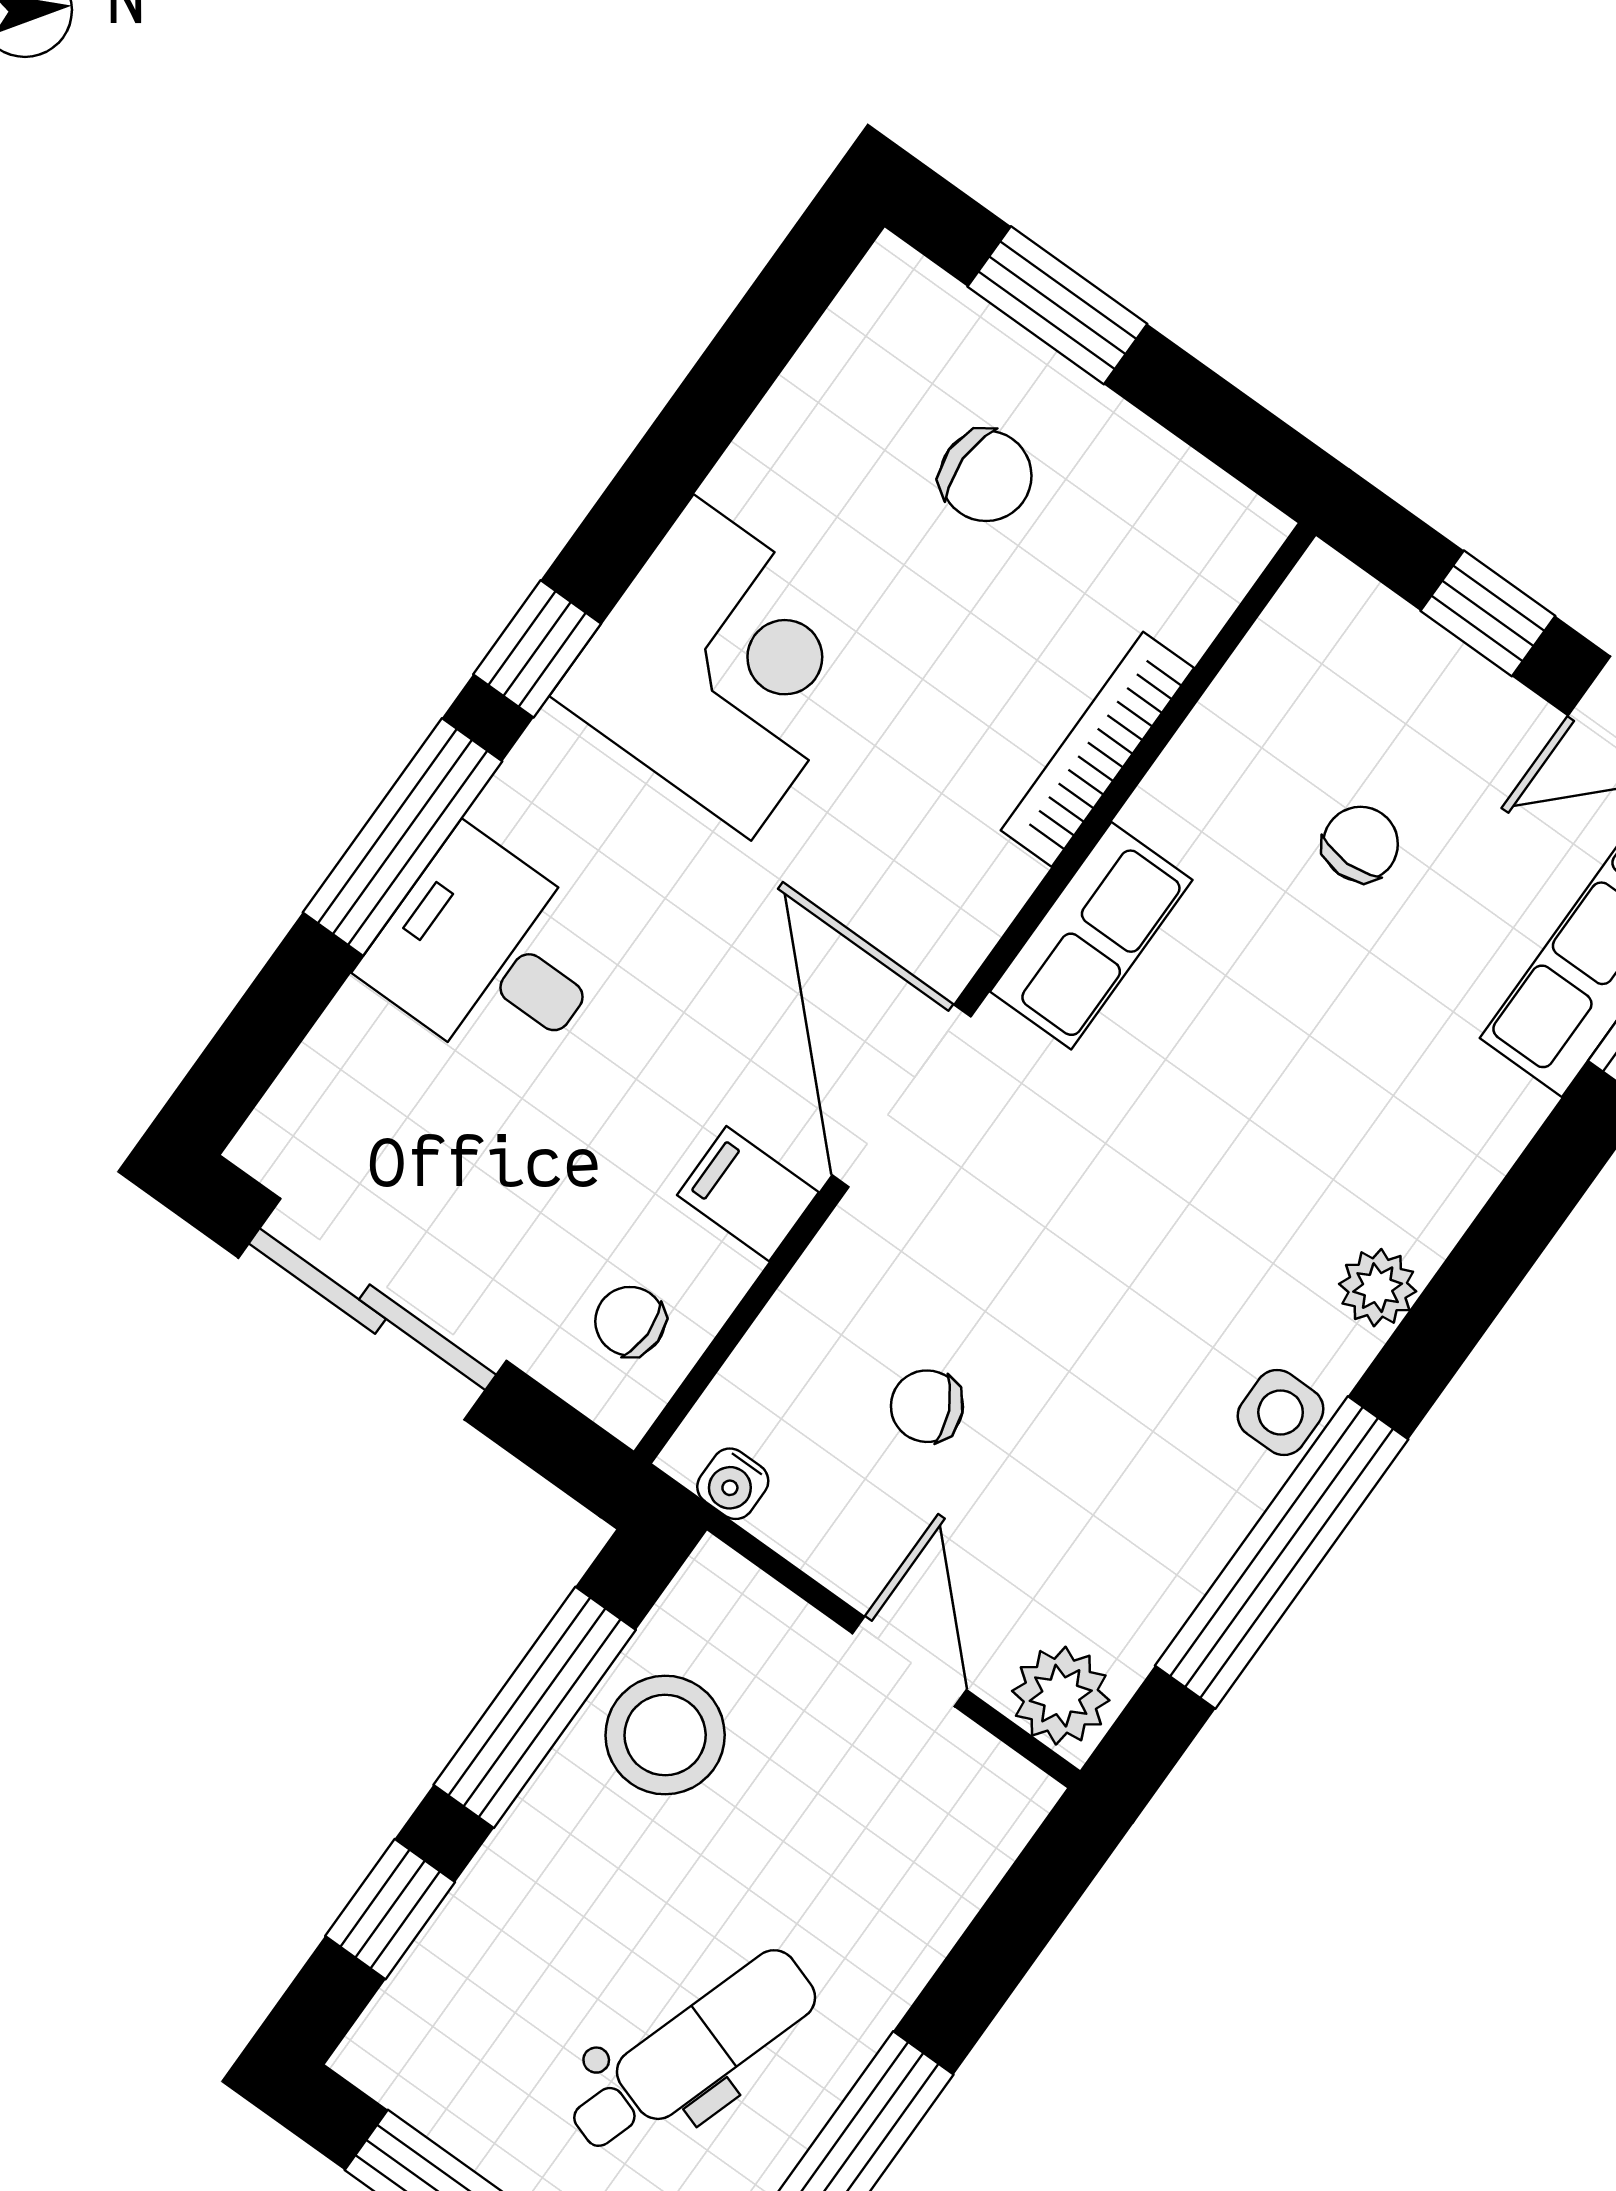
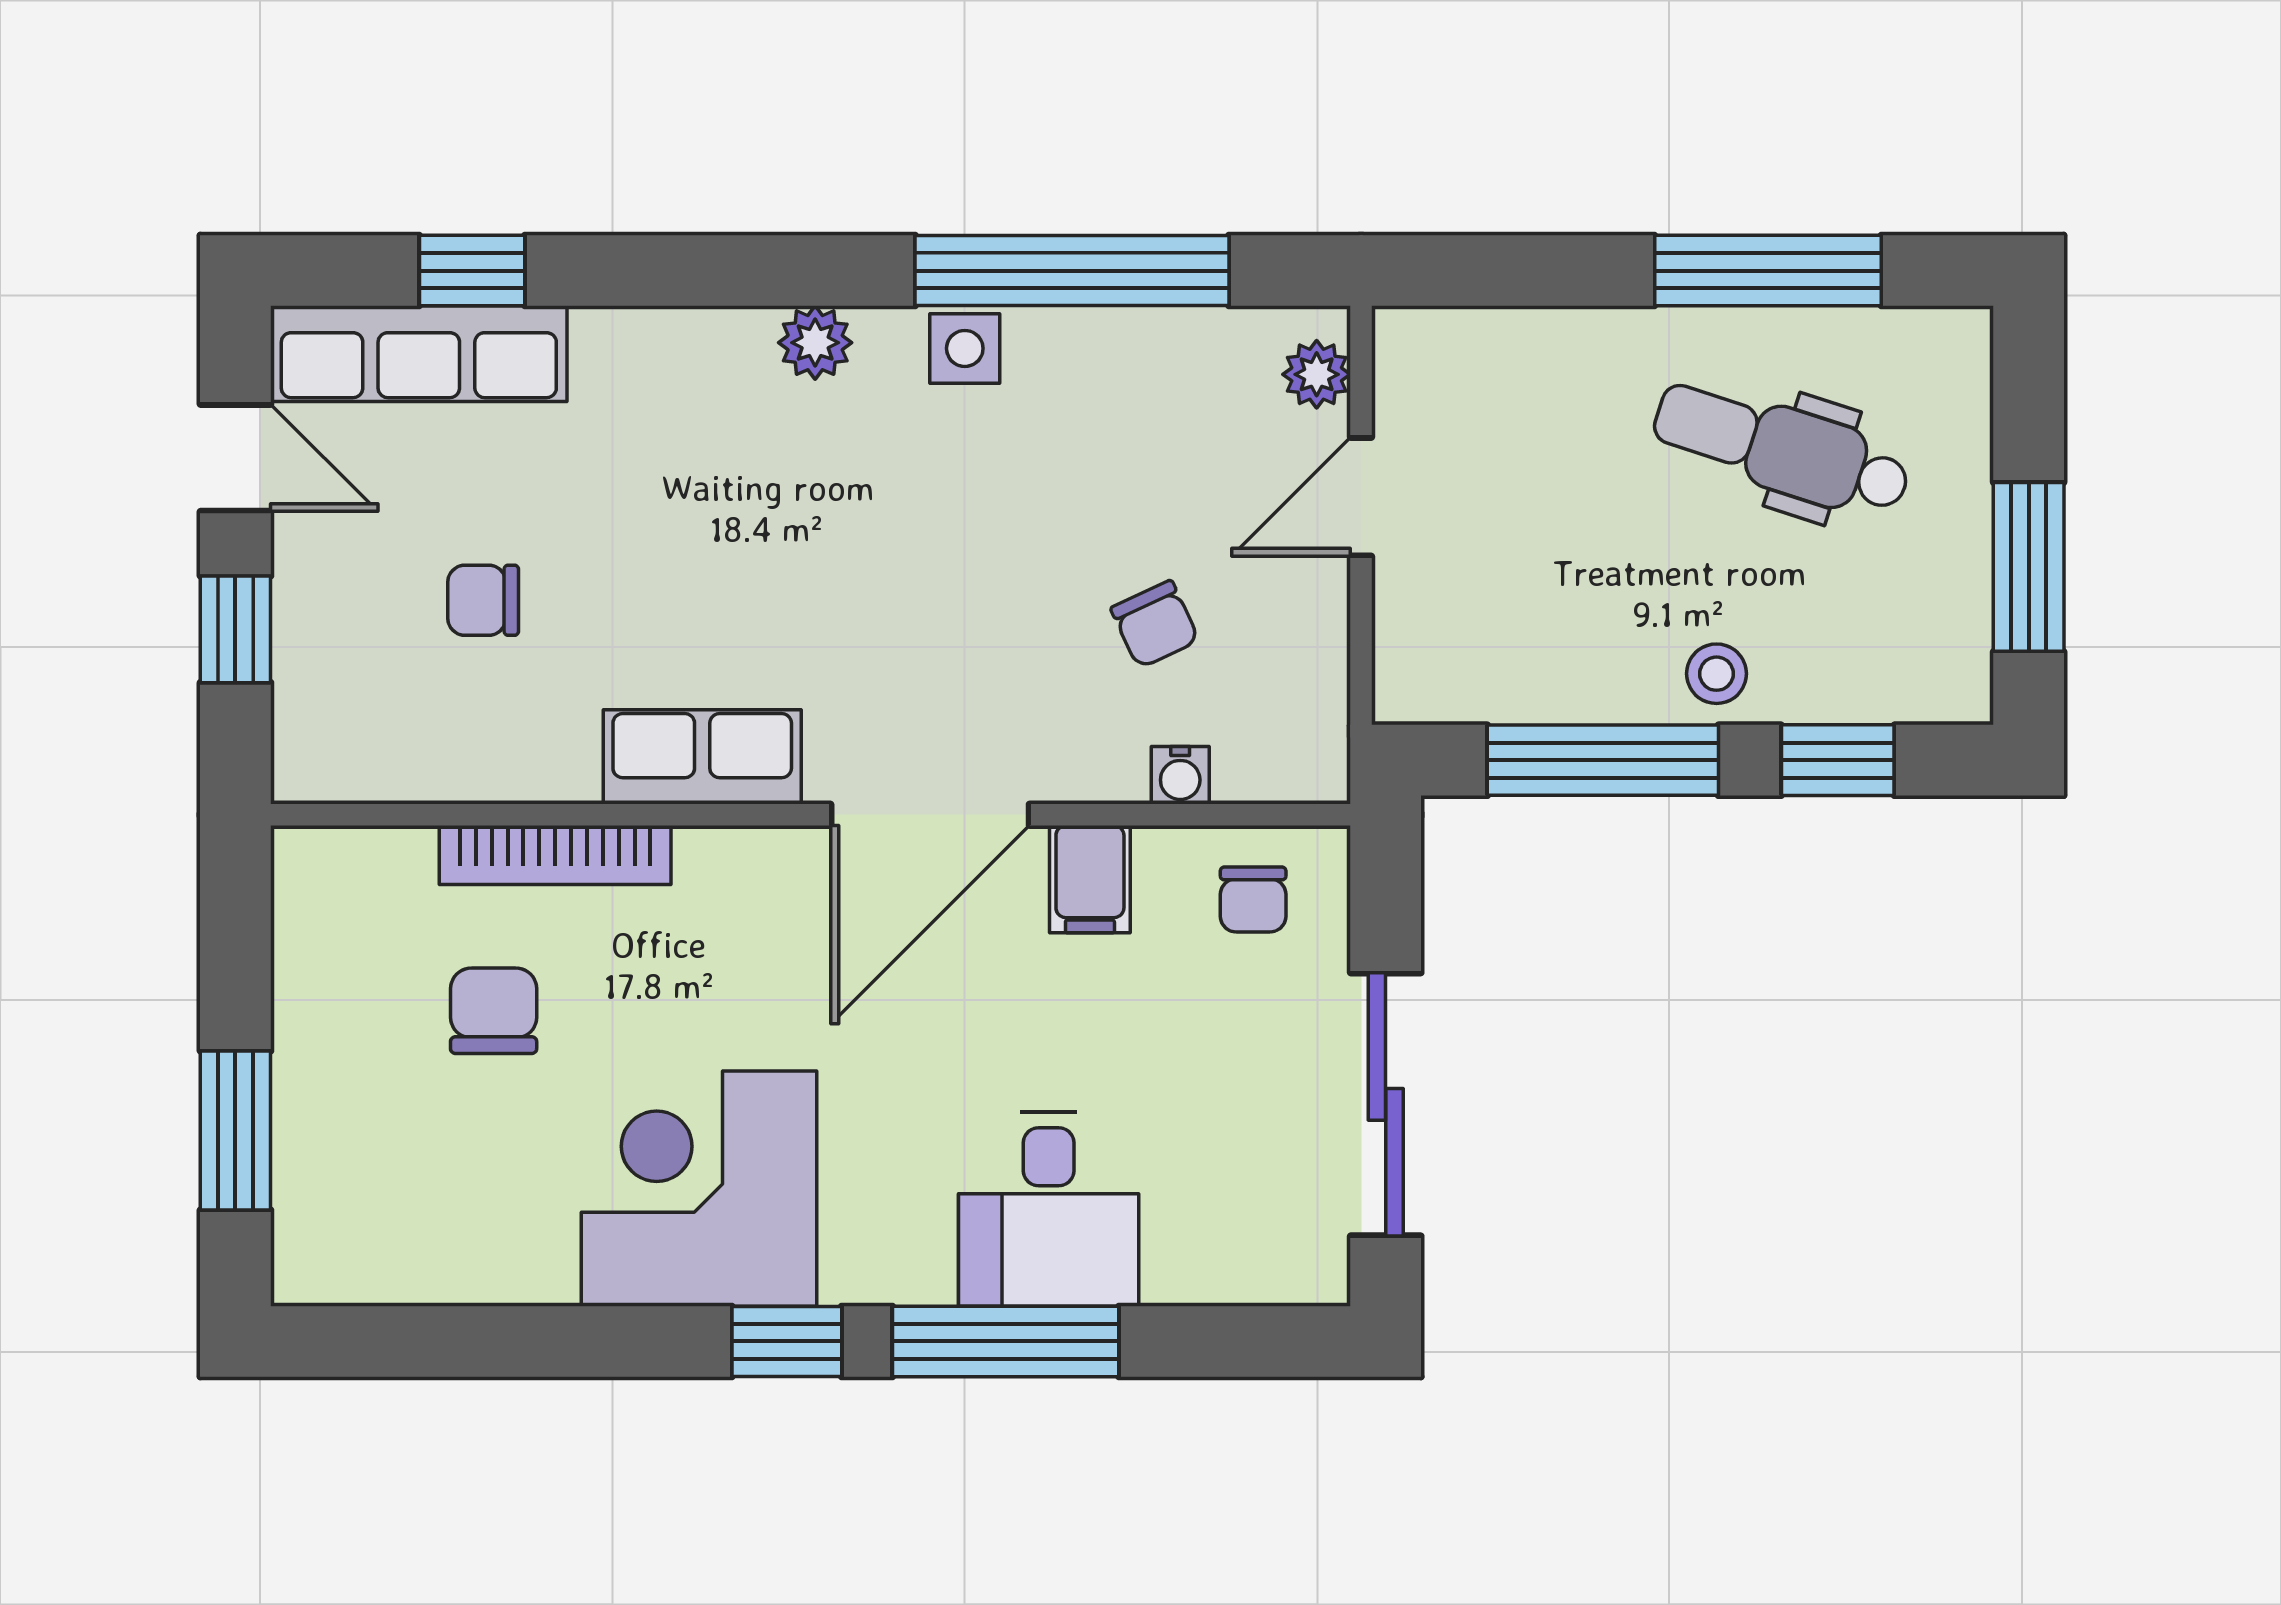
chair: (986, 476) -> (494, 1011), moved
water cooler: (733, 1484) -> (1180, 775), moved, turned 90
plant: (1061, 1696) -> (1317, 374), width x0.73, depth x0.73
stool: (665, 1735) -> (1717, 674), moved, width x0.53, depth x0.53

